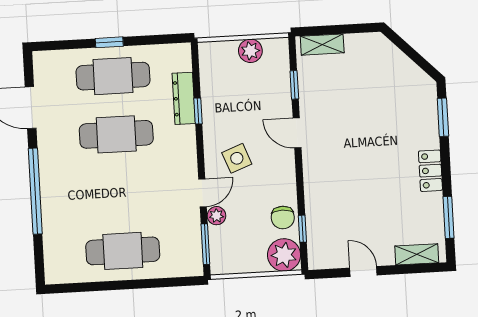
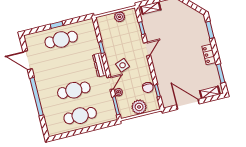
dresser: (184, 98) -> (100, 65), moved
door: (297, 133) -> (147, 49), swing flipped
cafe table: (116, 134) -> (74, 90), moved
plant: (284, 255) -> (139, 107), moved
door: (363, 272) -> (188, 104), width x1.87

